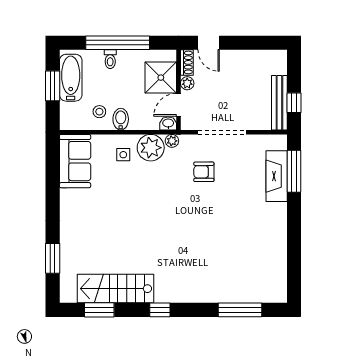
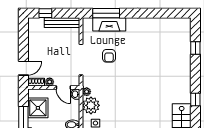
shower: (161, 78) -> (38, 108), moved
window: (294, 103) -> (45, 13), moved
armchair: (204, 172) -> (109, 56), moved
window: (240, 310) -> (195, 48), width x0.46

